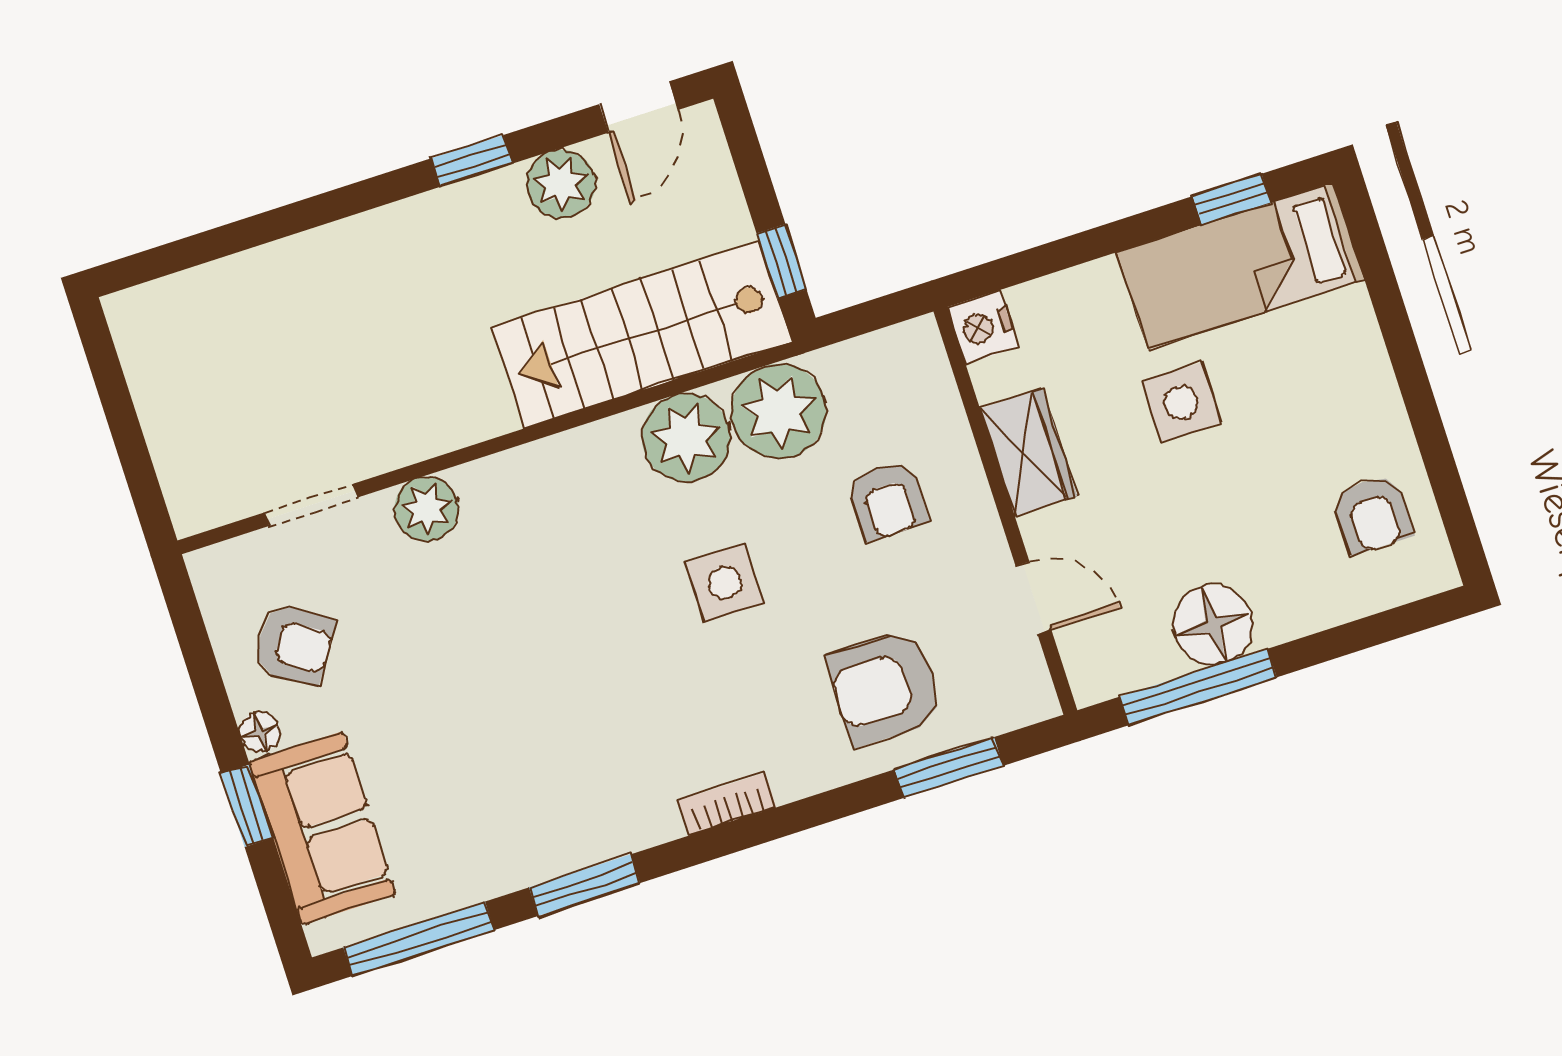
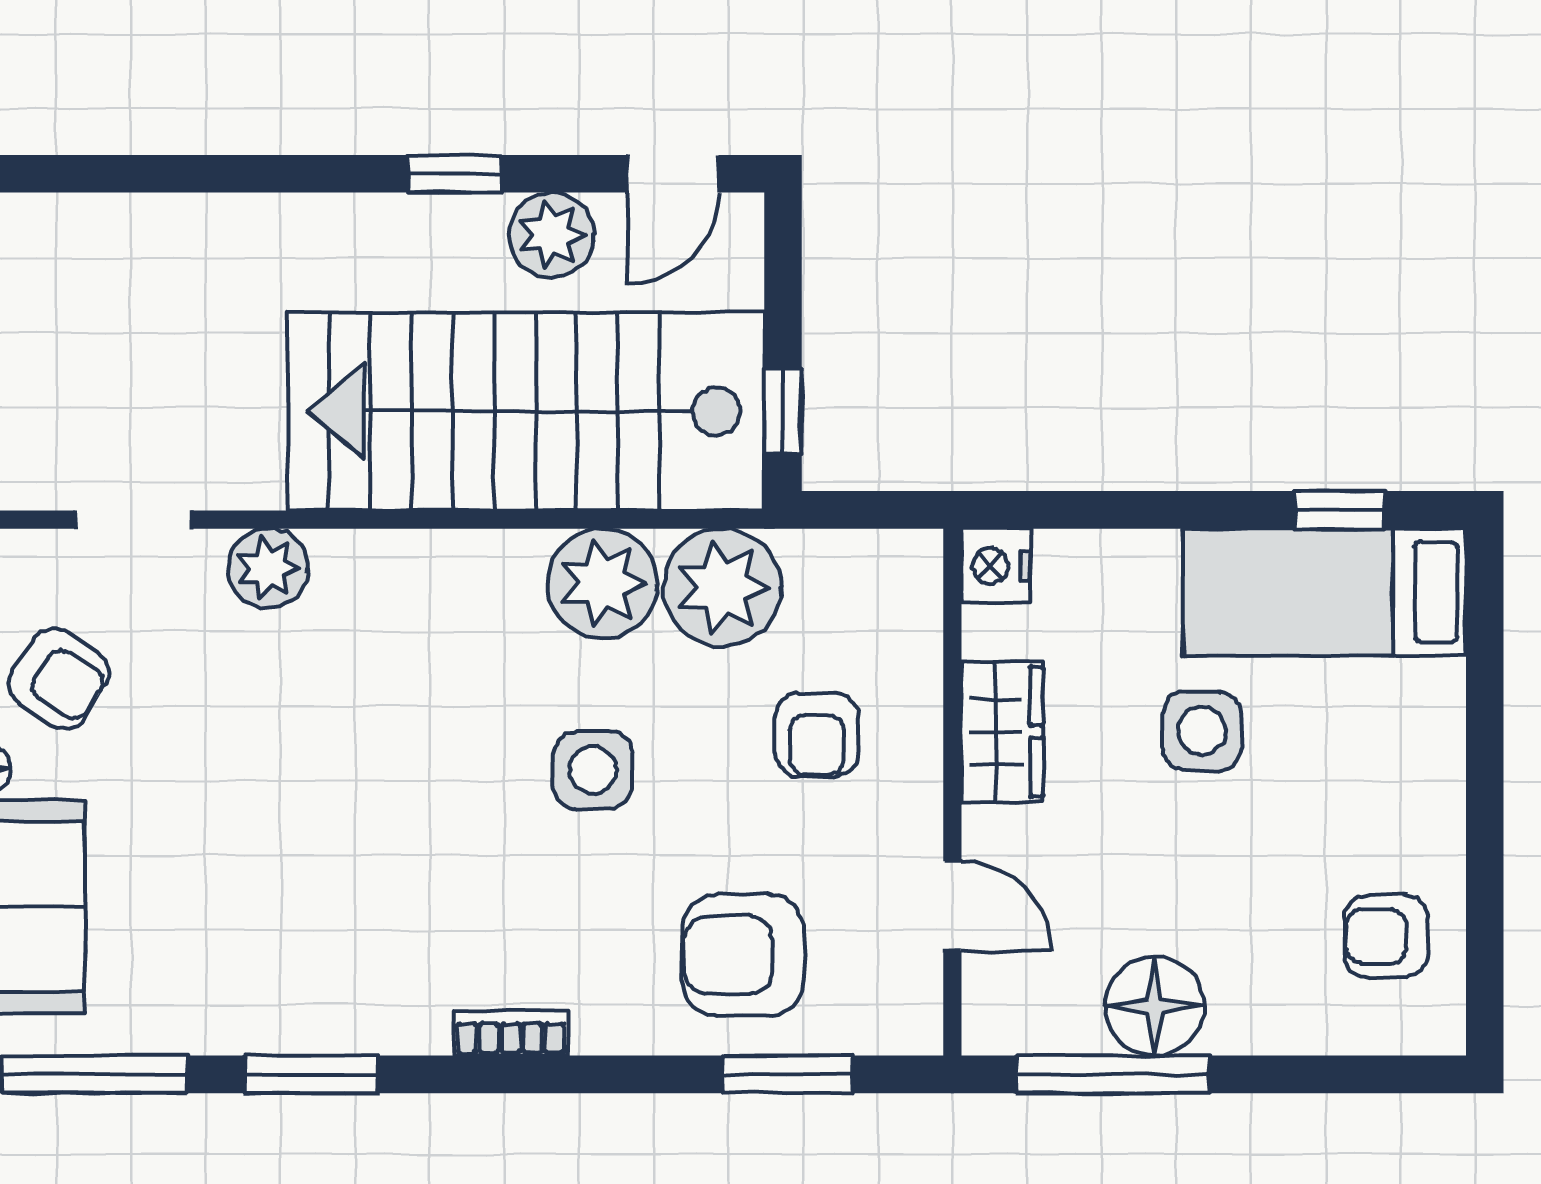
stairs: (642, 335) -> (526, 411), width x1.36, depth x1.51
armchair: (1373, 514) -> (1386, 936), turned 90

